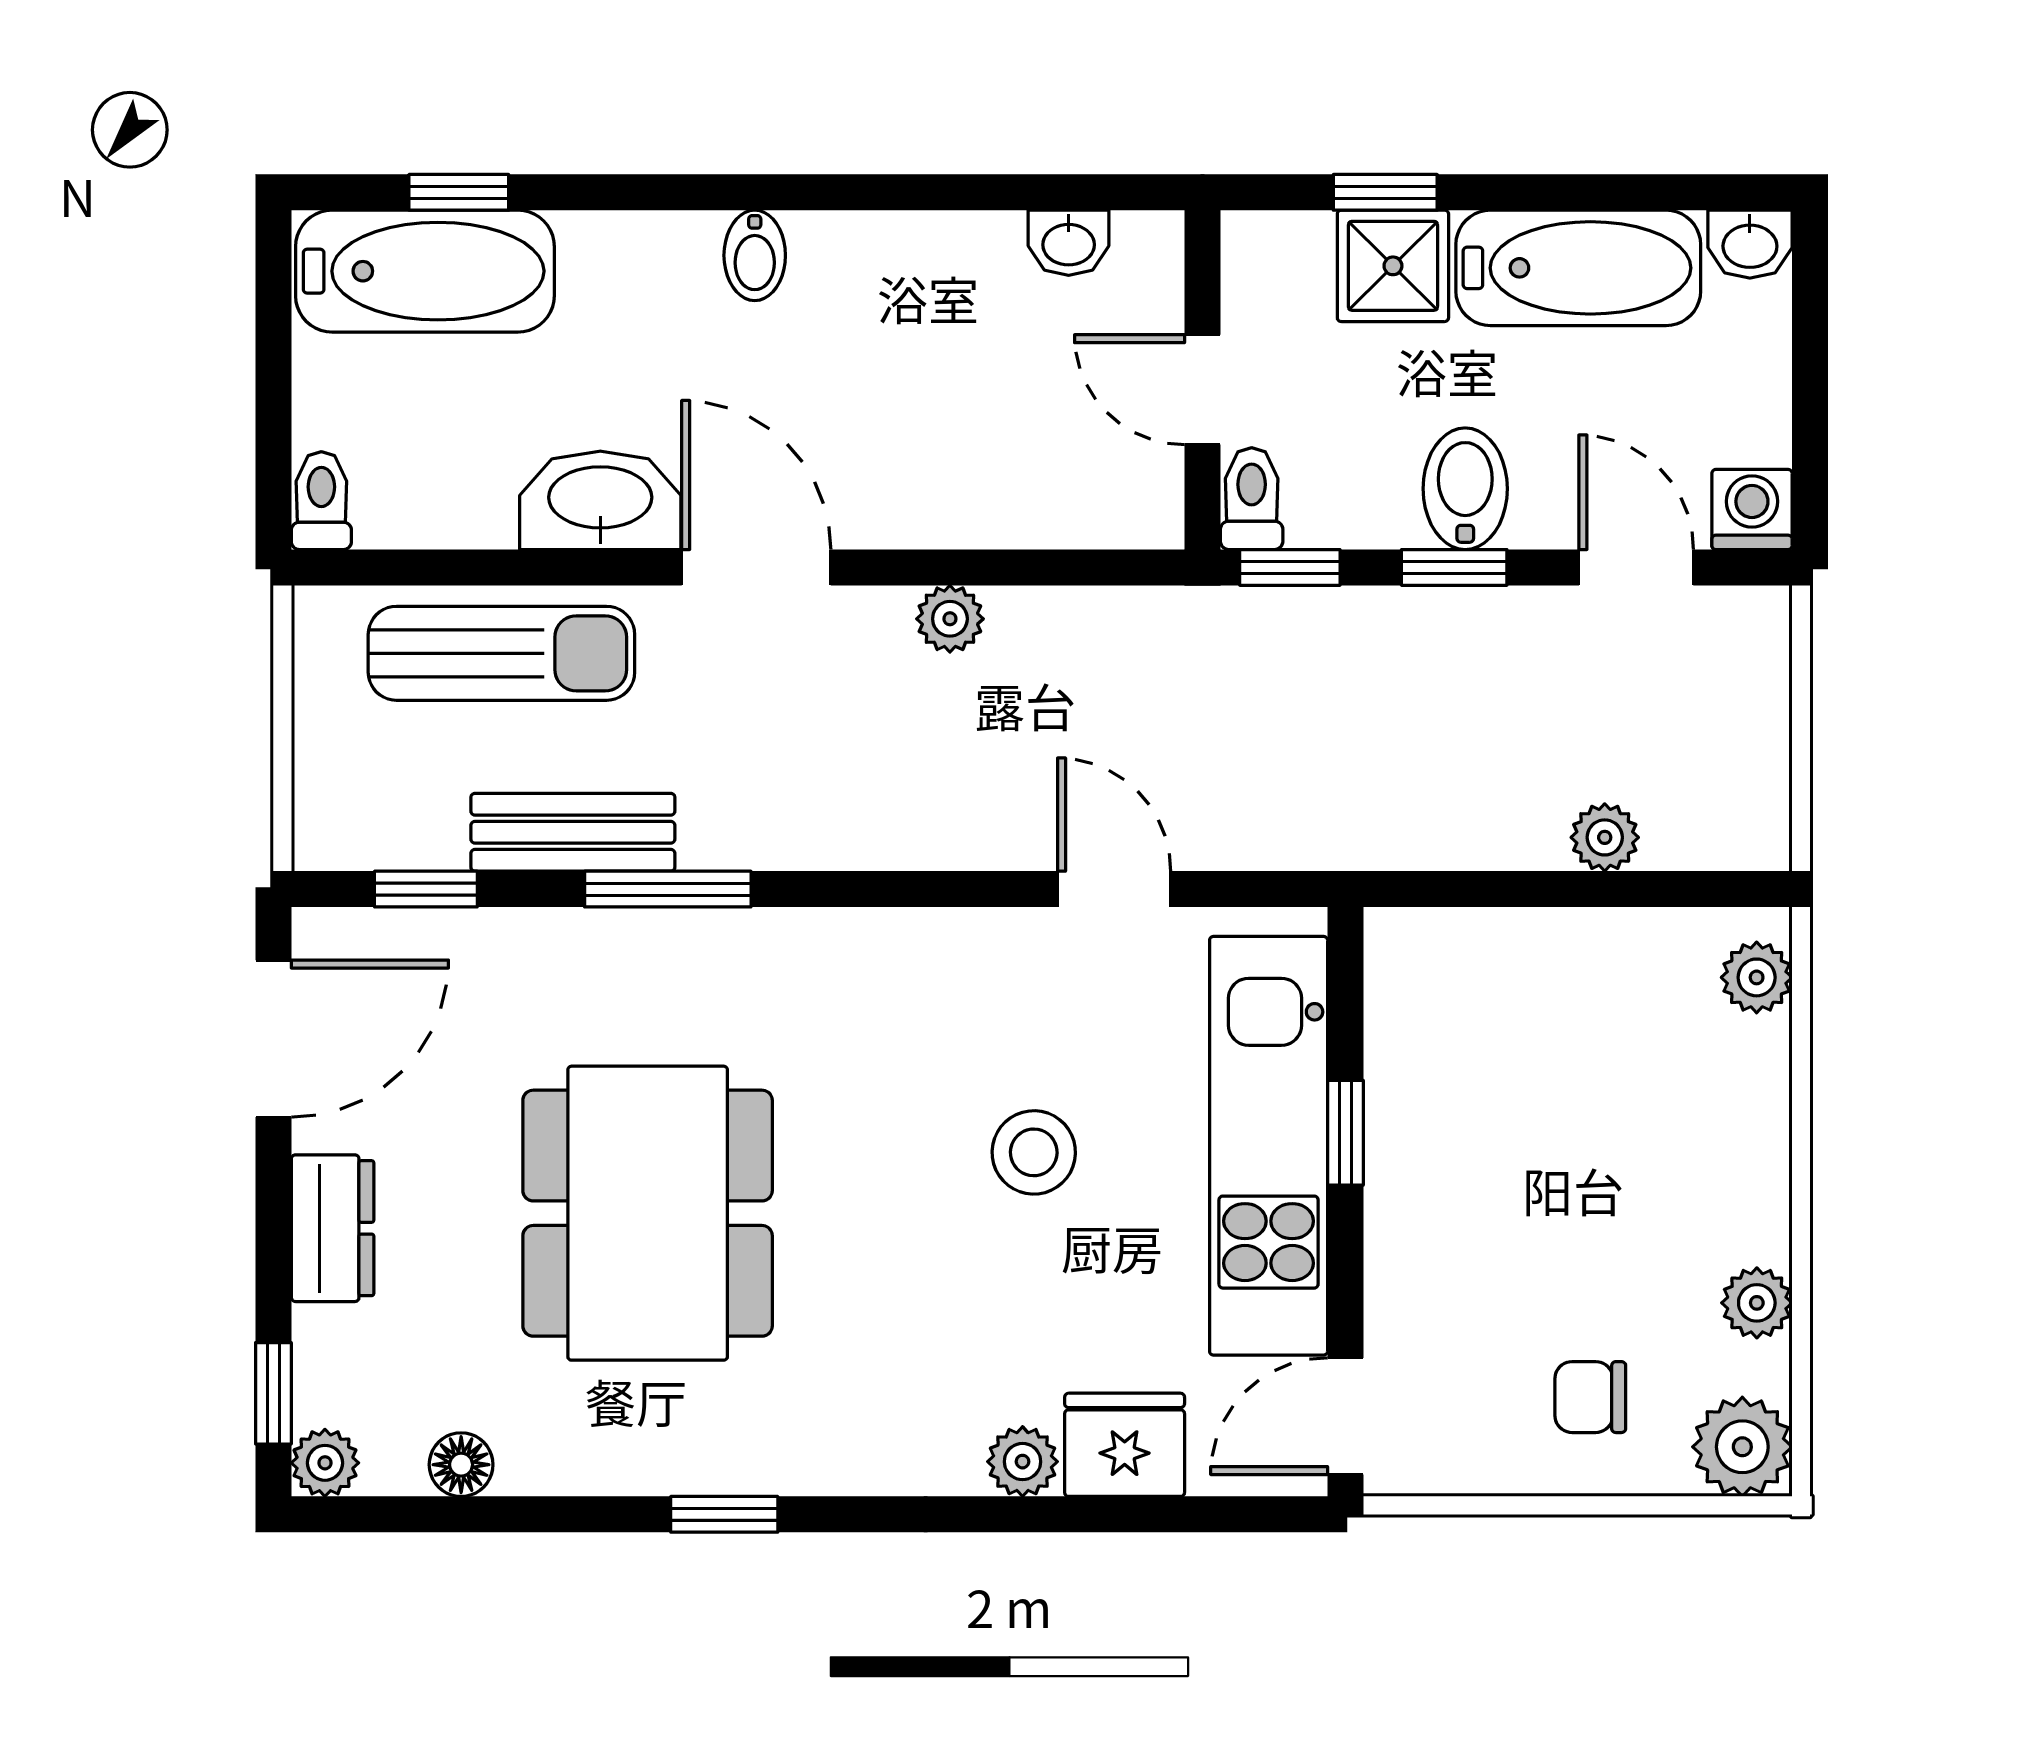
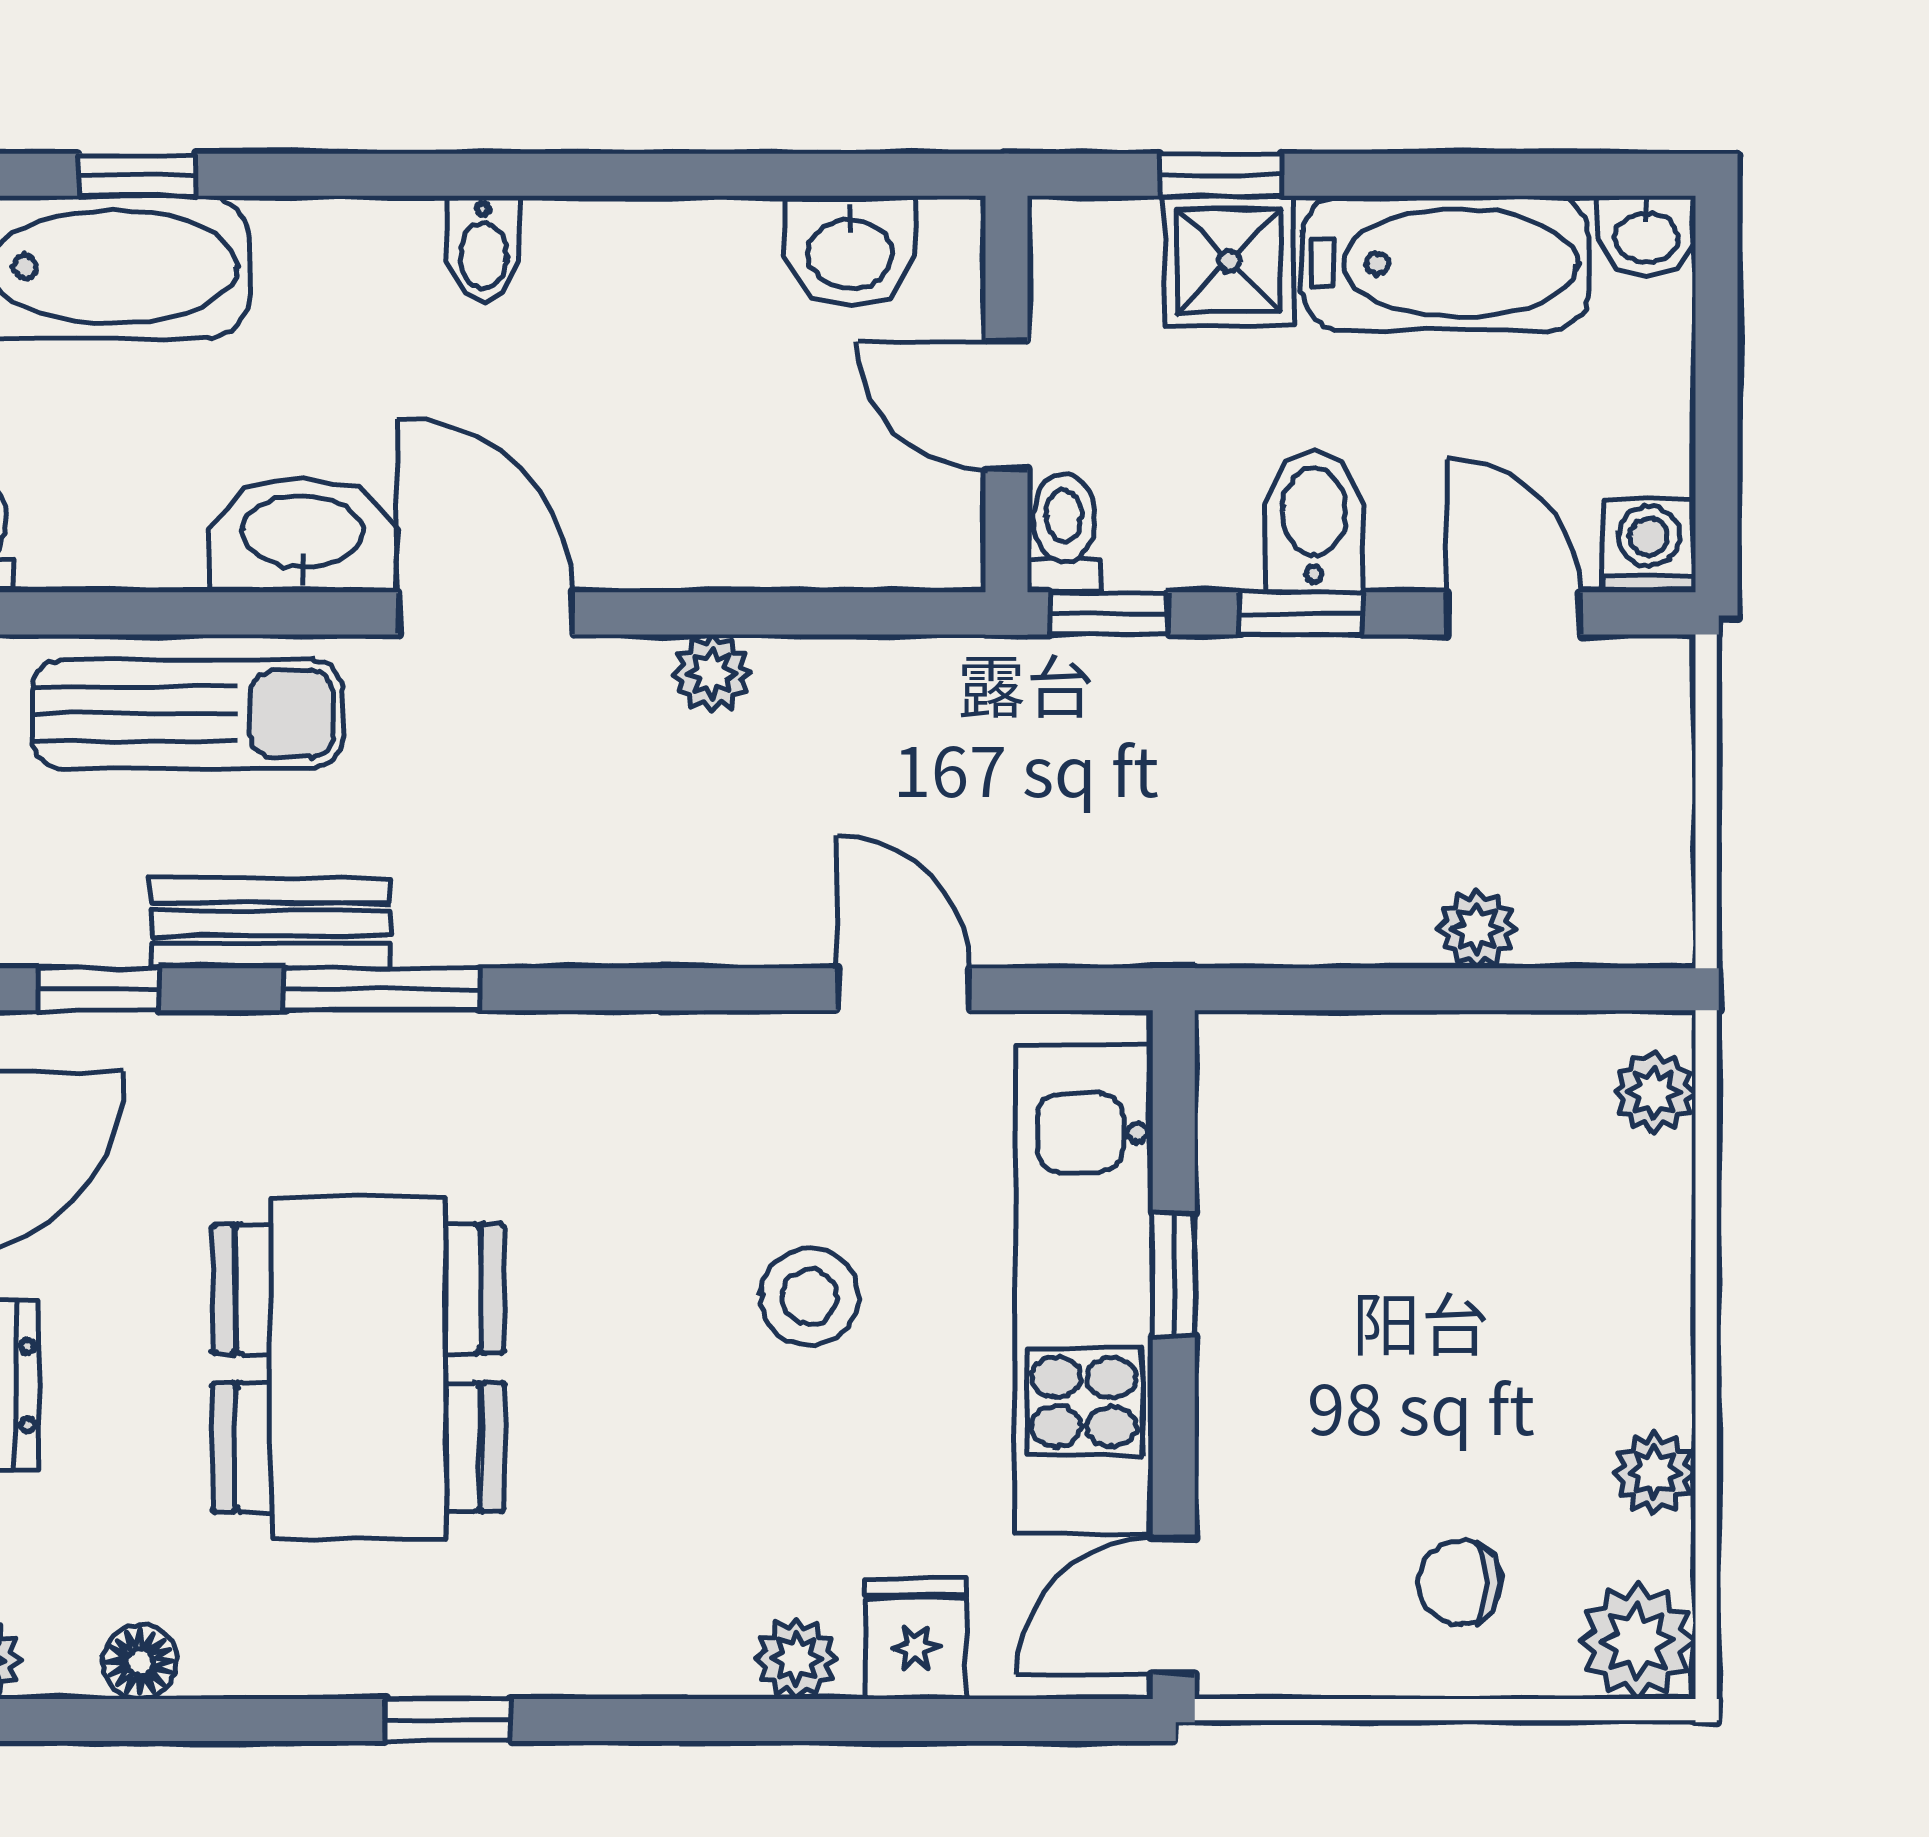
washbasin: (1069, 243) -> (850, 251), width x1.38, depth x1.45
fridge: (1125, 1445) -> (916, 1639), width x0.72

